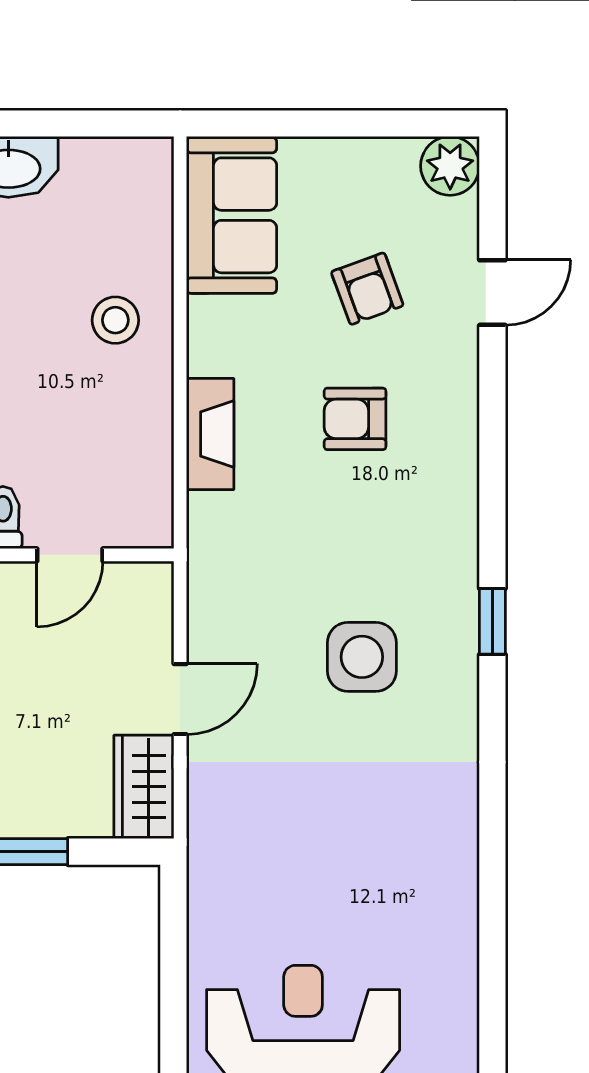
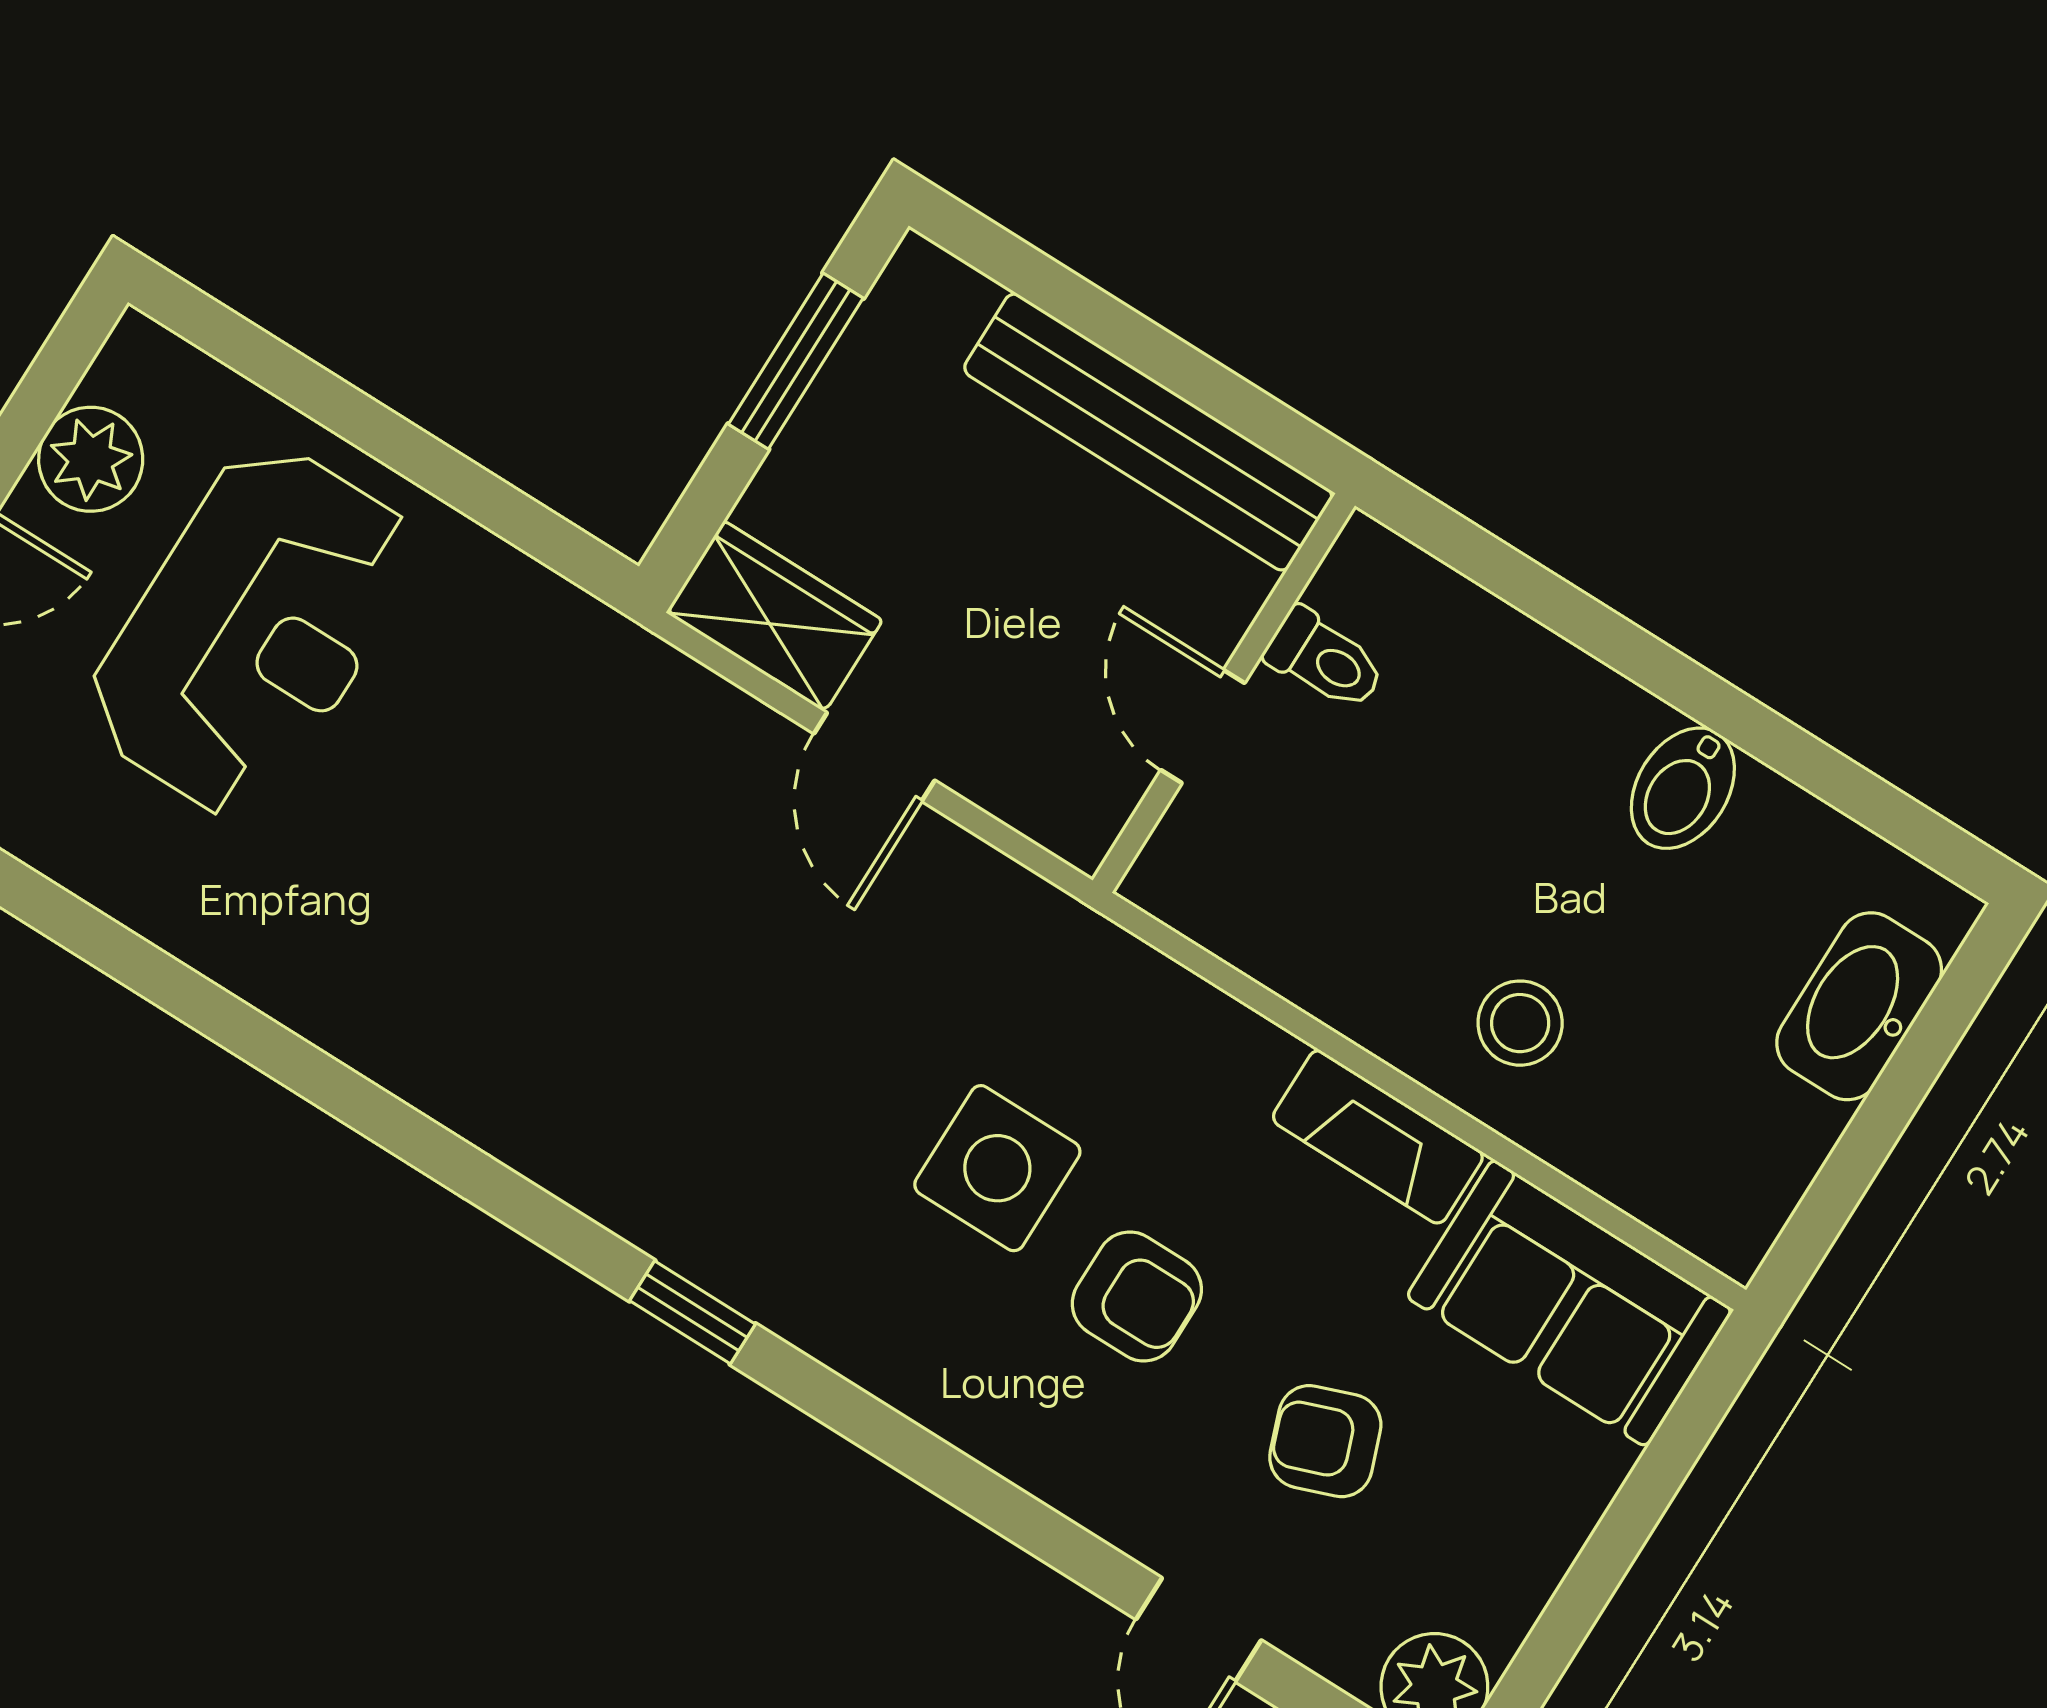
armchair: (355, 419) -> (1137, 1297), turned 90
fireplace: (210, 434) -> (1378, 1137), moved
side table: (362, 657) -> (997, 1168), moved

